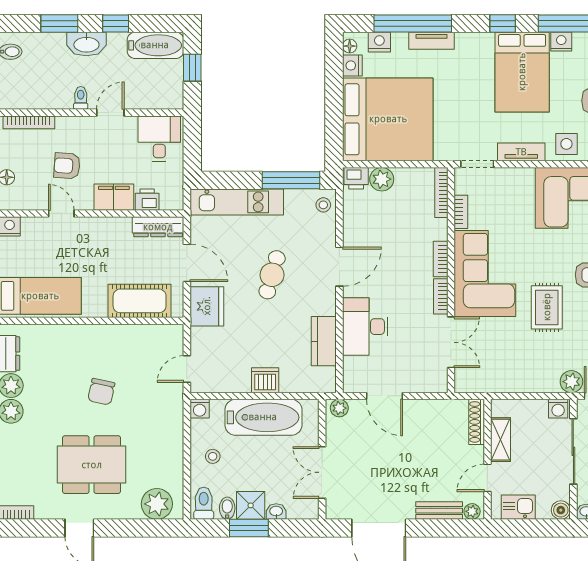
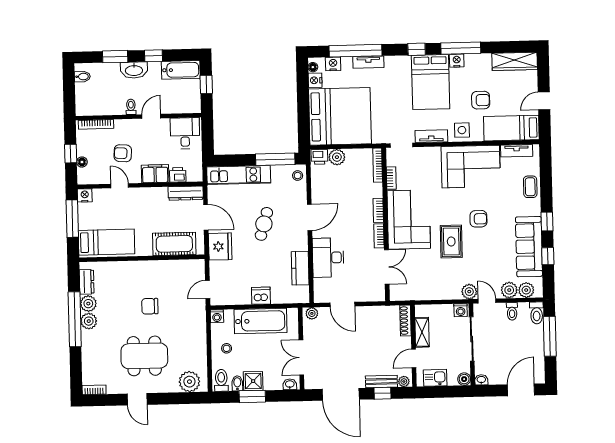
chair: (101, 392) -> (150, 306), turned 78
washbasin: (276, 512) -> (290, 384), moved
window: (440, 528) -> (383, 393), added

